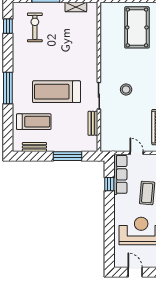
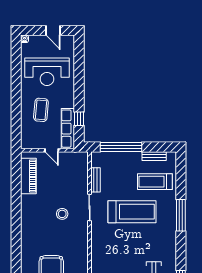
window: (68, 156) -> (121, 147), width x1.46

